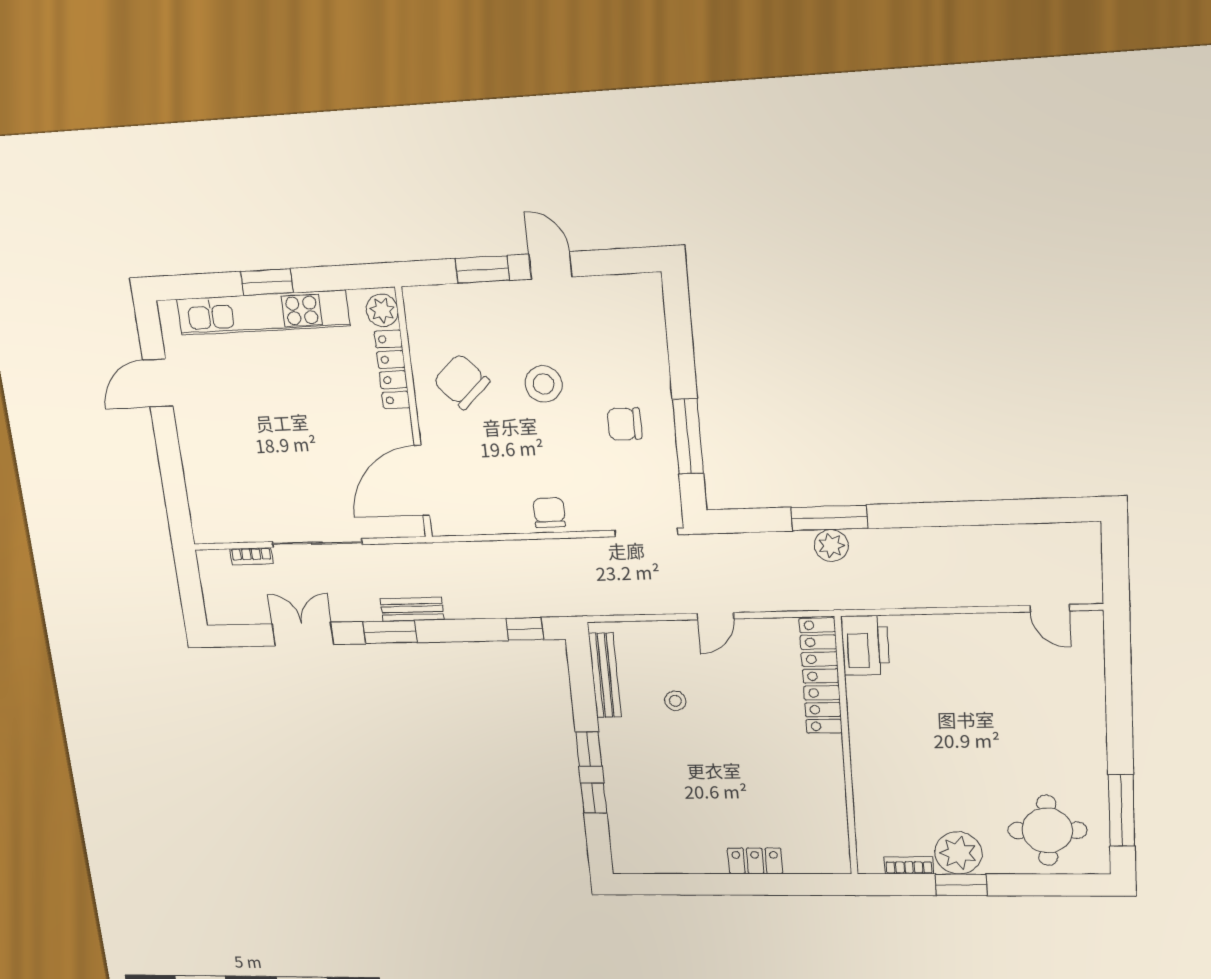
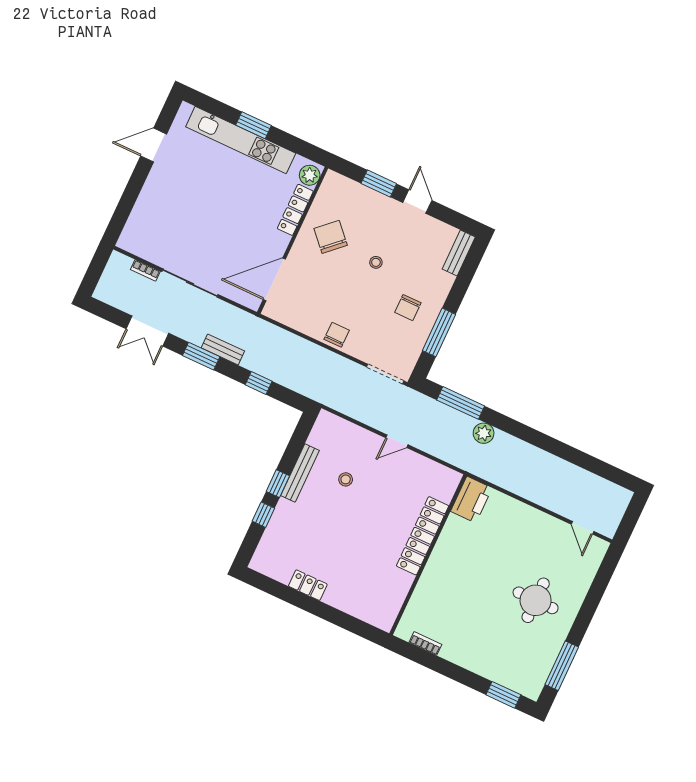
bench: (651, 308) -> (459, 253), added
stool: (544, 384) -> (376, 262), width x0.53, depth x0.53
chair: (624, 424) -> (408, 308), turned -90
window: (829, 518) -> (461, 403), moved
window: (525, 629) -> (259, 383), moved
double door: (303, 634) -> (147, 331), swing flipped
bench: (605, 675) -> (300, 473), moved
locker: (821, 676) -> (423, 536), moved
round table: (1047, 830) -> (536, 600), moved
plant: (958, 853) -> (458, 649), removed
locker: (755, 861) -> (308, 585), moved
window: (961, 885) -> (503, 695), moved

